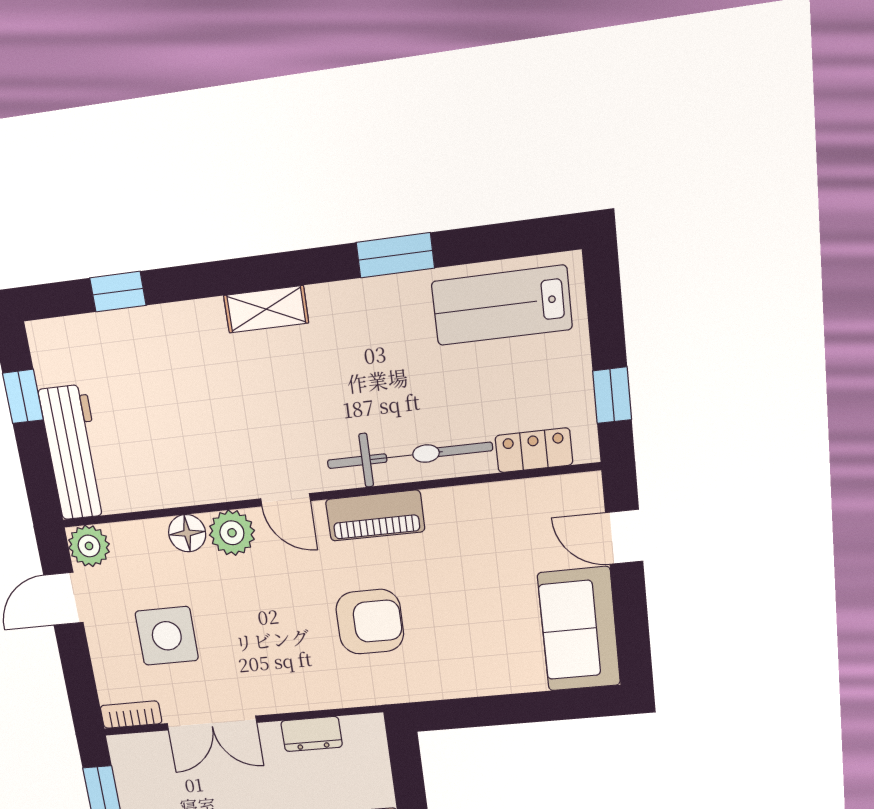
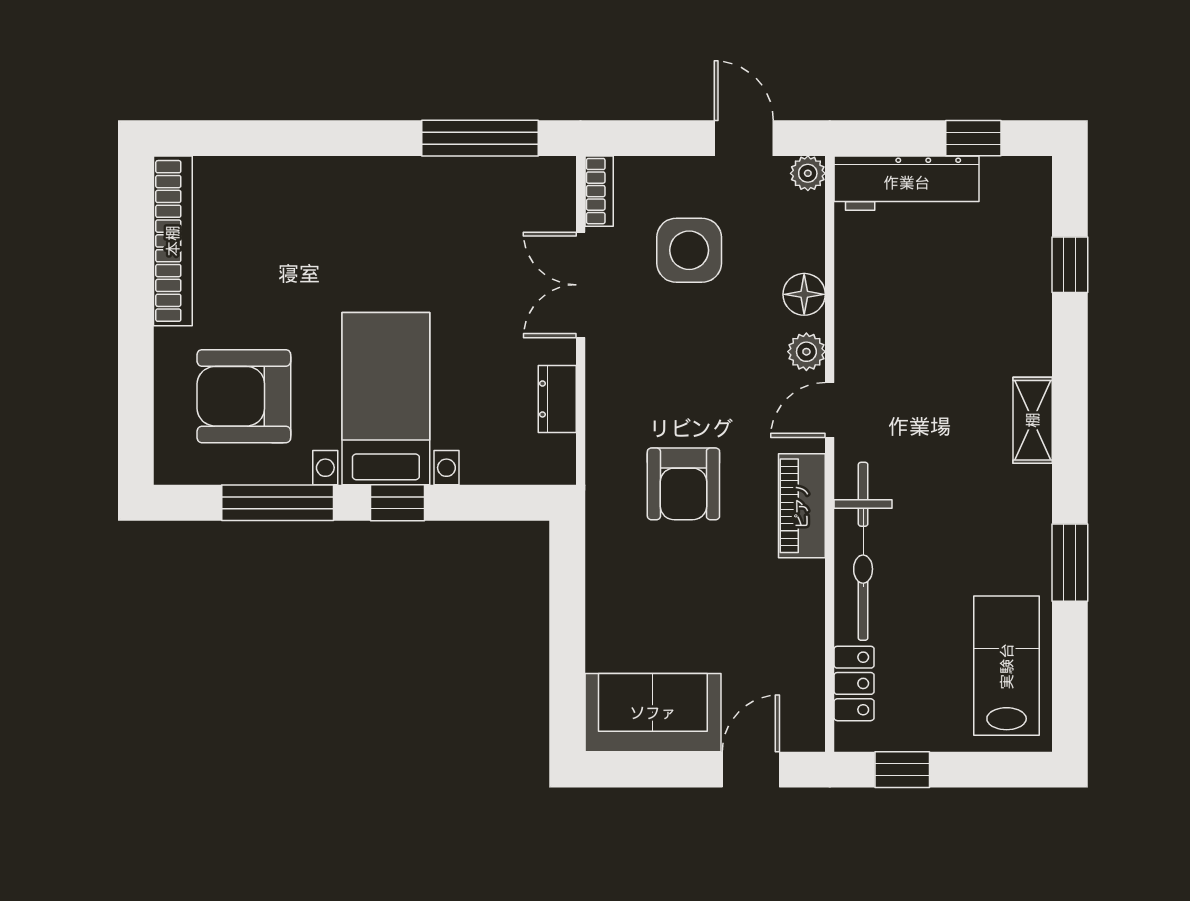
plant: (232, 533) -> (806, 352), width x0.73, depth x0.73
plant: (89, 546) -> (808, 173), width x0.73, depth x0.73

